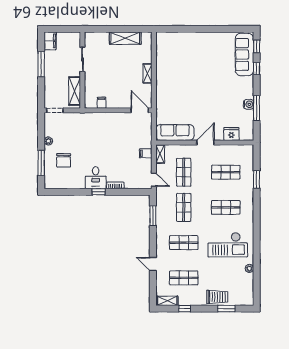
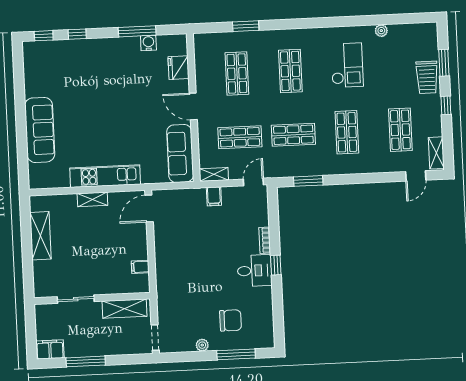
sofa: (244, 55) -> (40, 130), moved, turned -90
kitchen unit: (162, 82) -> (105, 176), added
water cooler: (249, 104) -> (148, 43), moved
checkout: (228, 245) -> (347, 65), width x0.73, depth x0.83
door: (153, 264) -> (416, 176), moved
trolley: (217, 297) -> (427, 77), turned 180
window: (185, 309) -> (446, 105), moved

